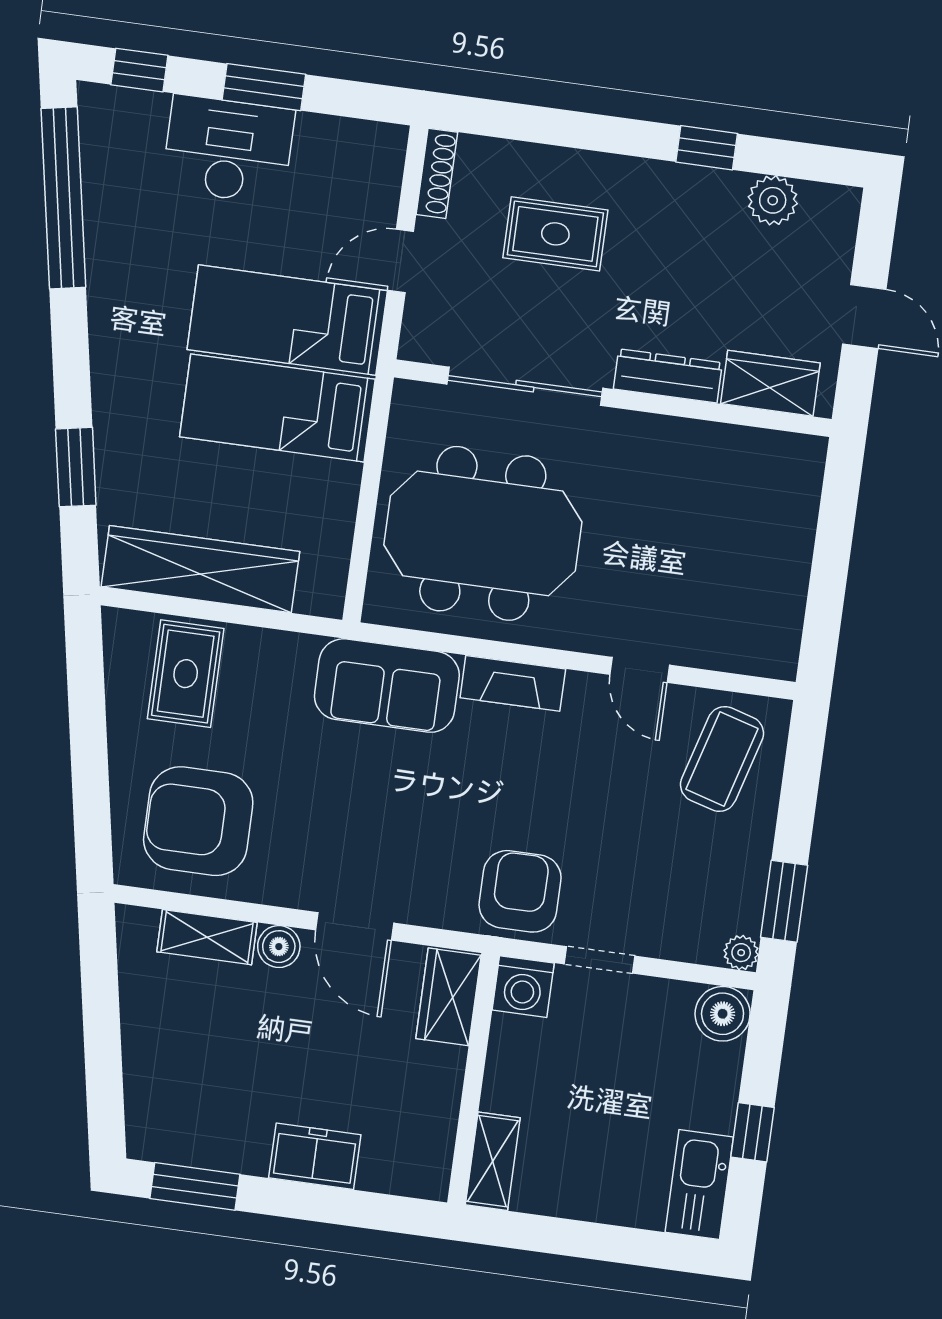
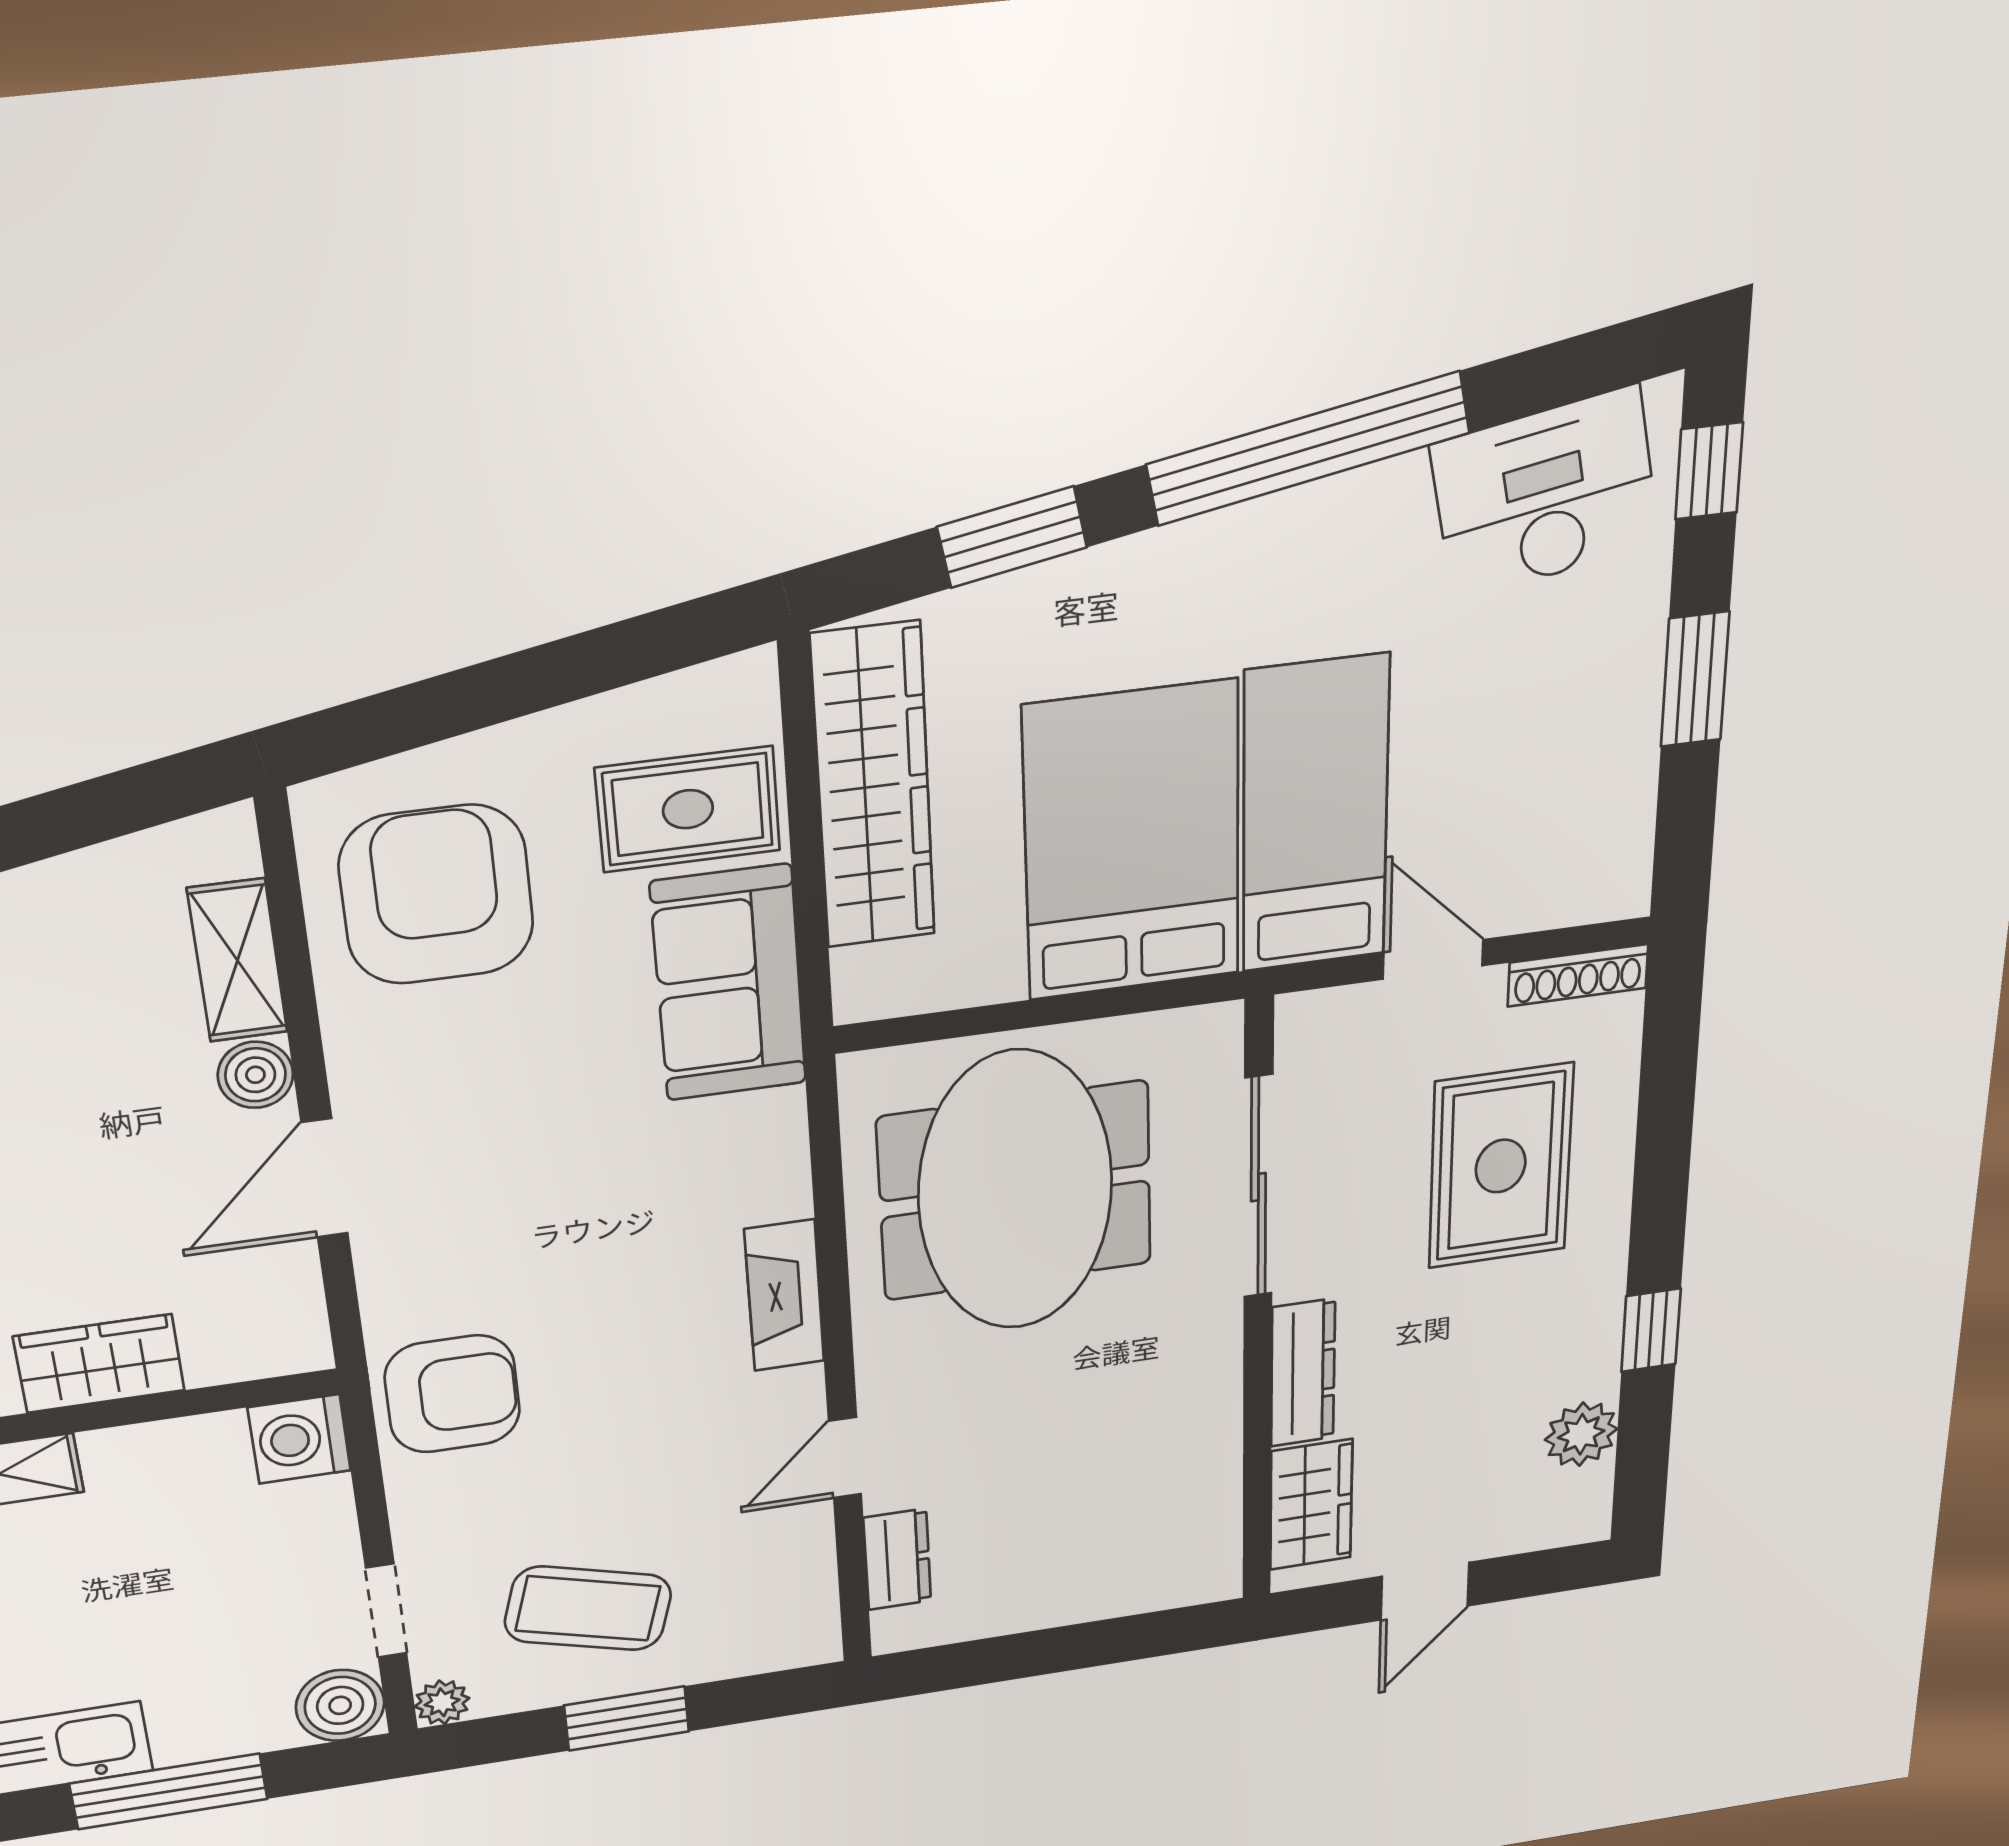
desk: (228, 150) -> (1546, 494), moved, turned -100
window: (63, 198) -> (1309, 449), moved
rug: (555, 234) -> (1501, 1166), width x1.36, depth x1.43
bed: (277, 408) -> (1132, 842), width x1.50
dresser: (726, 652) -> (897, 1559), added
sofa: (387, 686) -> (729, 983), moved
coffee table: (722, 759) -> (588, 1608), moved
window: (784, 901) -> (627, 1718), moved
doorway: (600, 960) -> (386, 1611), moved
wardrobe: (449, 997) -> (99, 1364), moved
window: (753, 1132) -> (169, 1791), width x2.17

